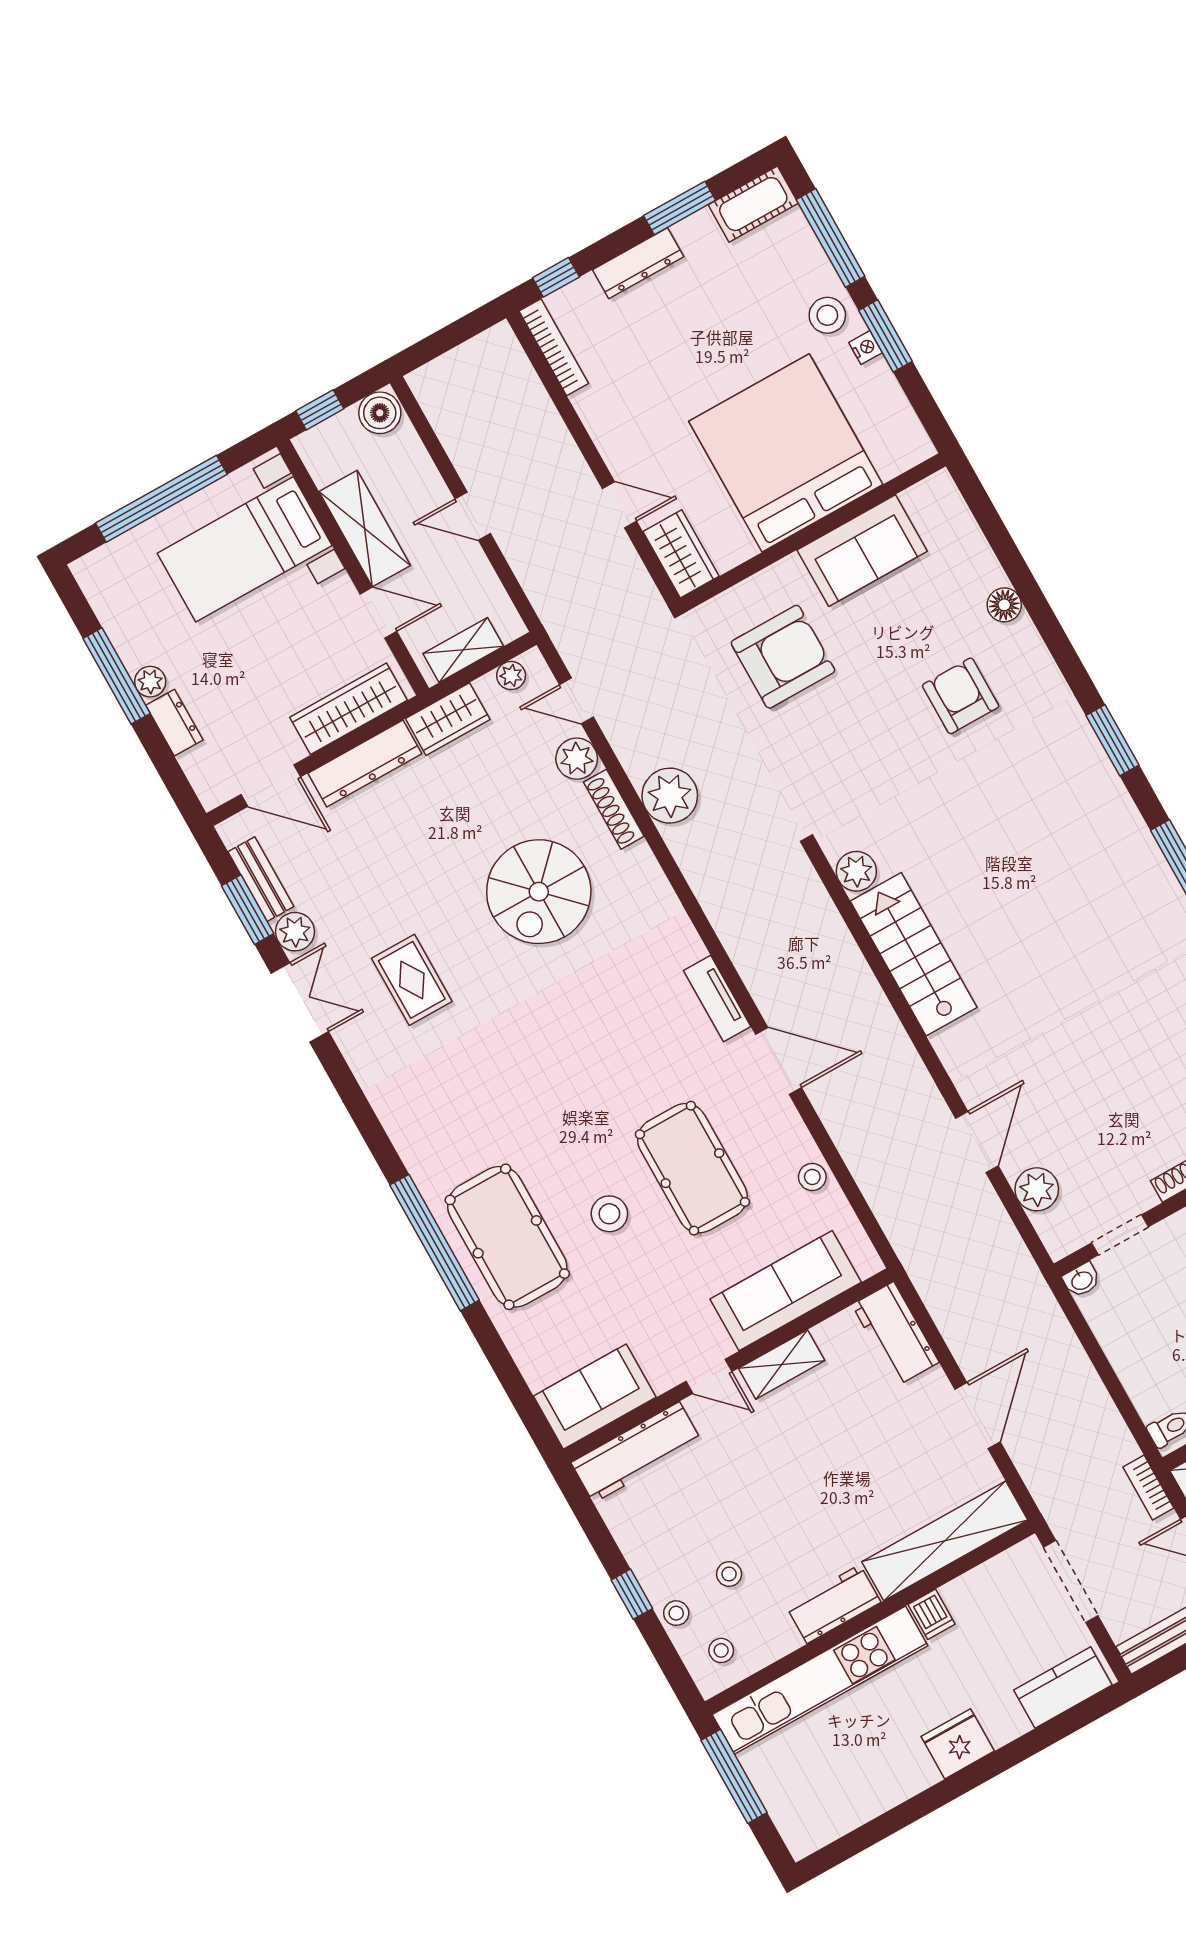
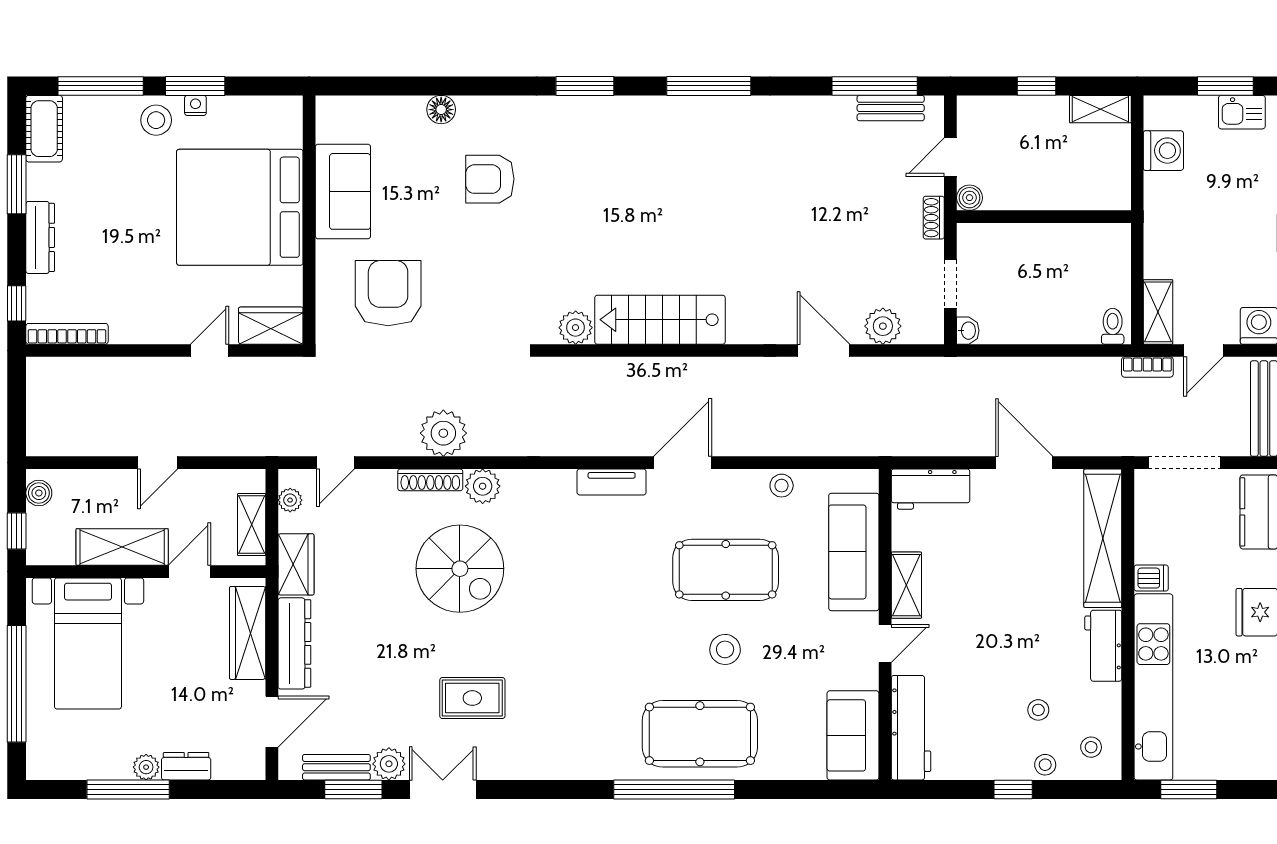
boiler: (380, 413) -> (39, 493), width x0.73, depth x0.73
plant: (577, 759) -> (483, 486), moved
window: (734, 1776) -> (1189, 789), width x0.69

